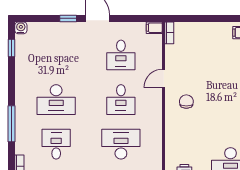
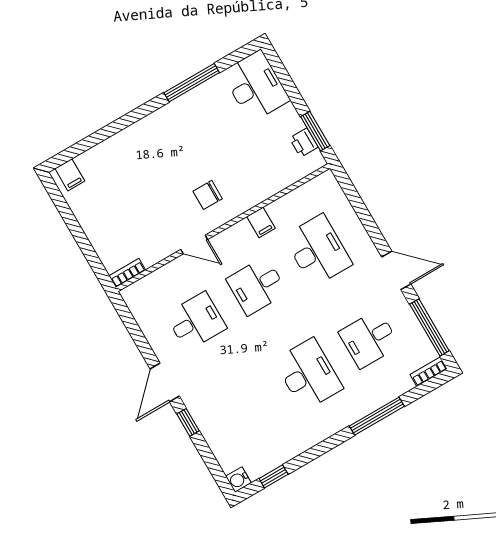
filing cabinet: (154, 28) -> (261, 222), moved
desk: (121, 100) -> (257, 286), turned 180
desk: (121, 144) -> (318, 250), turned 180

